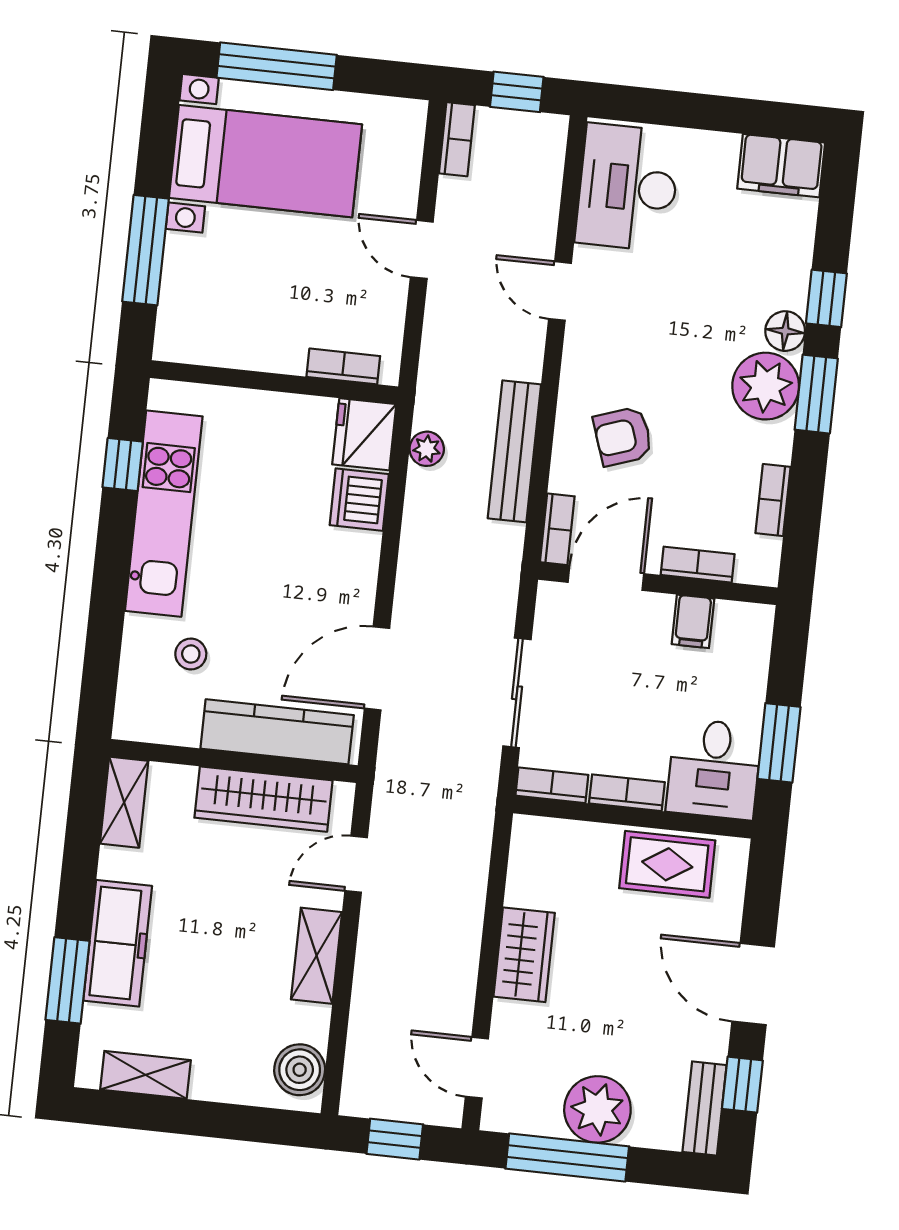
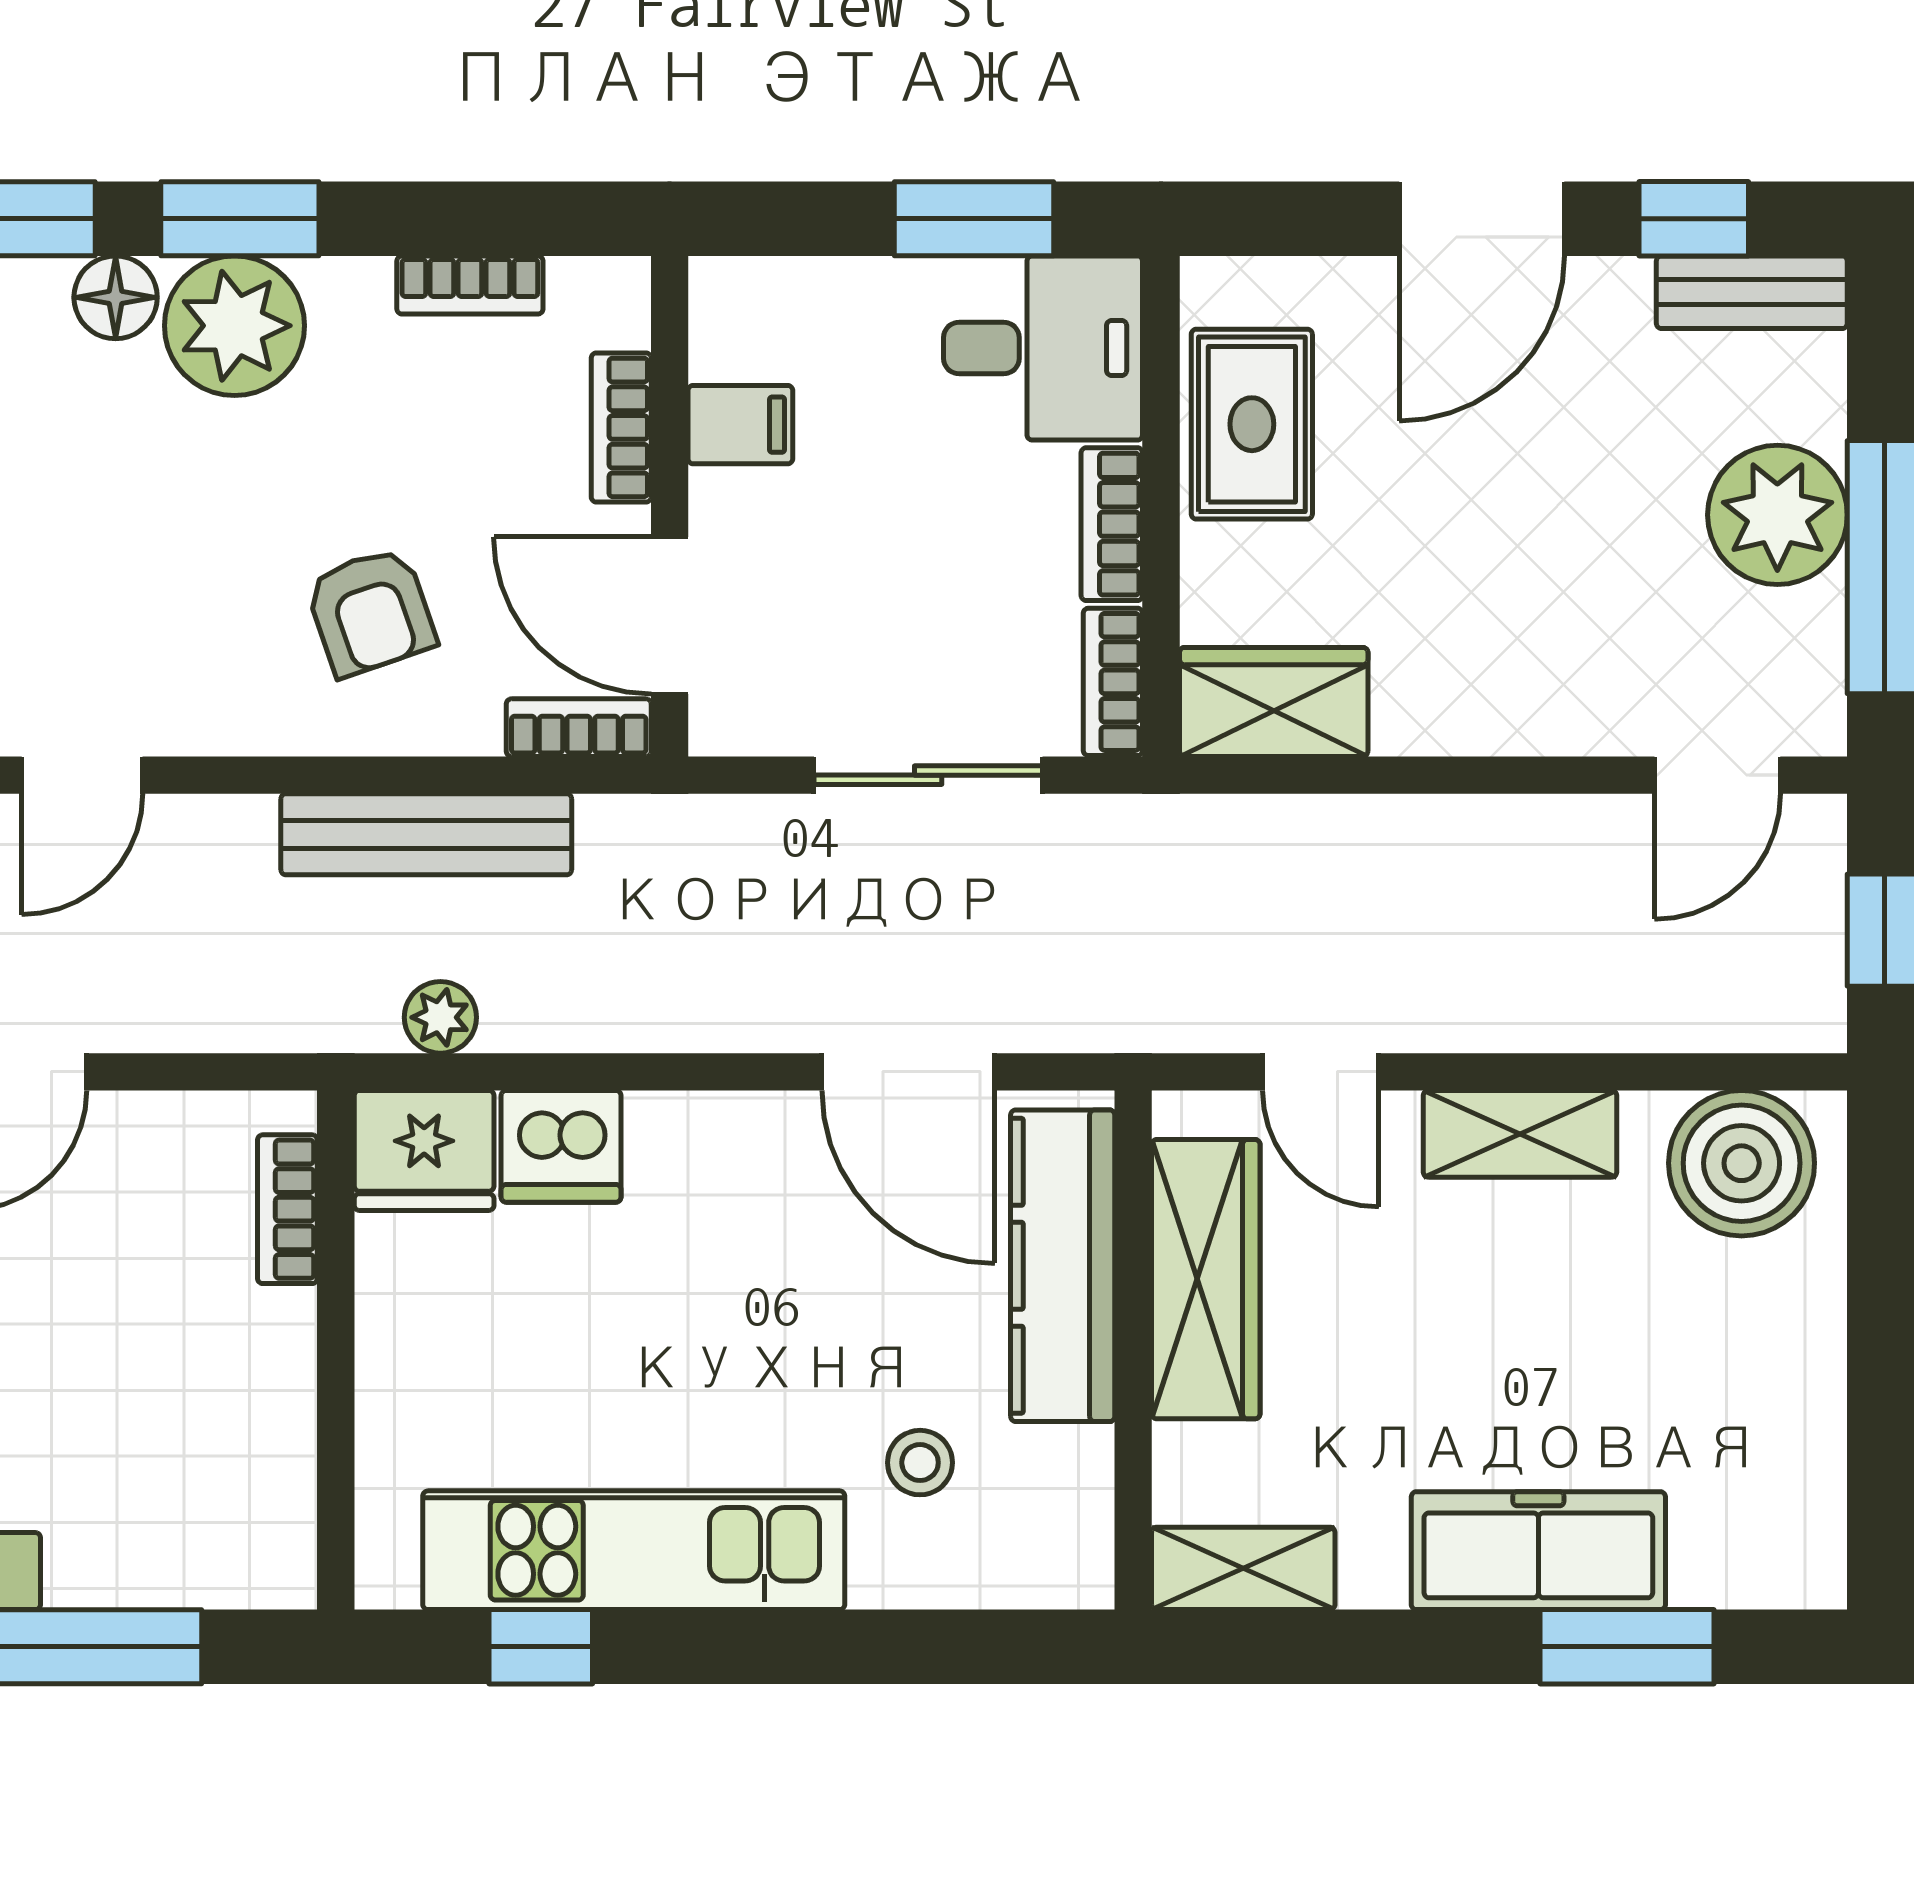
wardrobe: (524, 955) -> (1274, 702), moved
boiler: (300, 1070) -> (1742, 1163), width x1.37, depth x1.37
shelving: (145, 1075) -> (1806, 1463), removed

